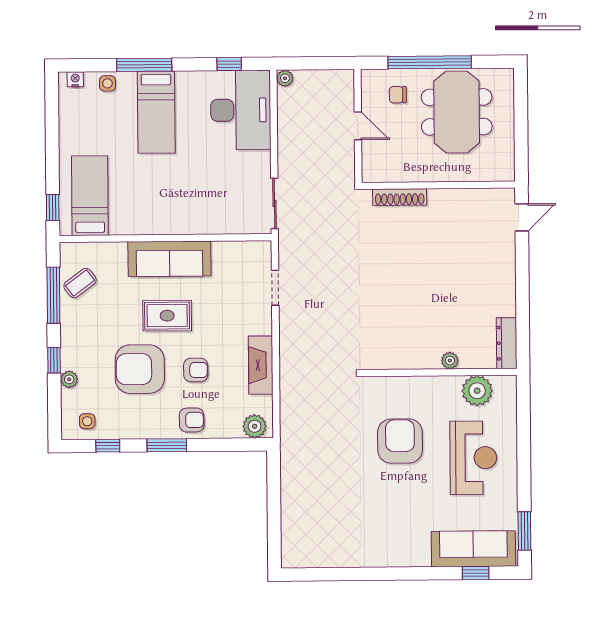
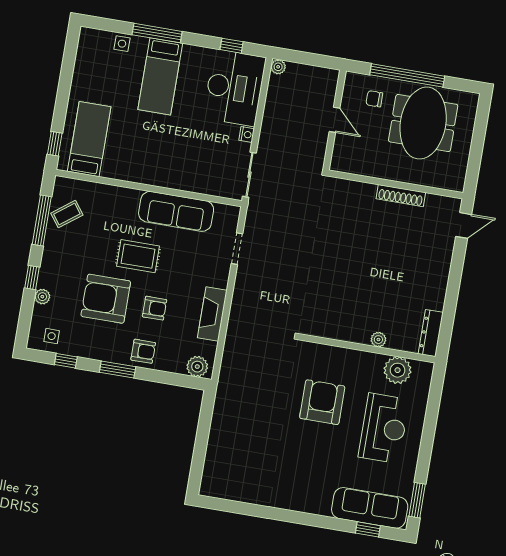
nightstand: (75, 79) -> (247, 134), moved, turned 90
shoe rack: (400, 197) -> (401, 196), moved
sofa: (169, 259) -> (176, 211), moved

